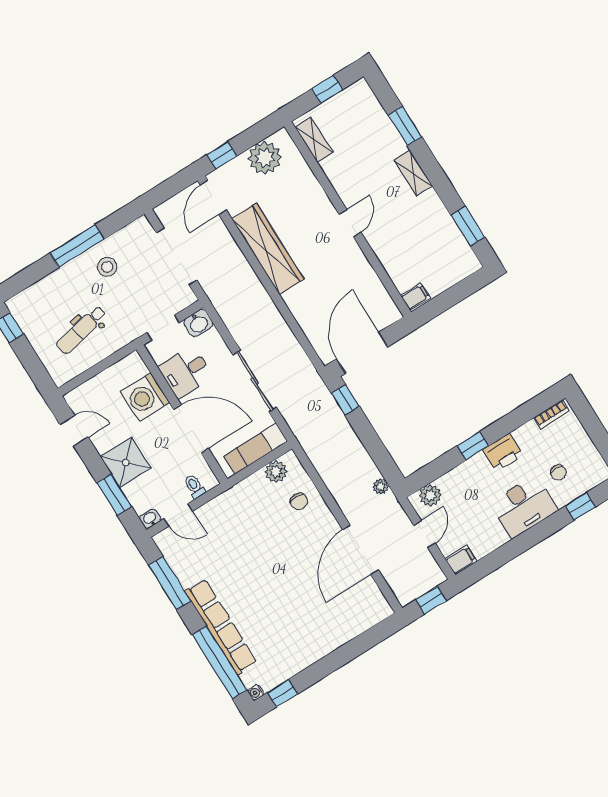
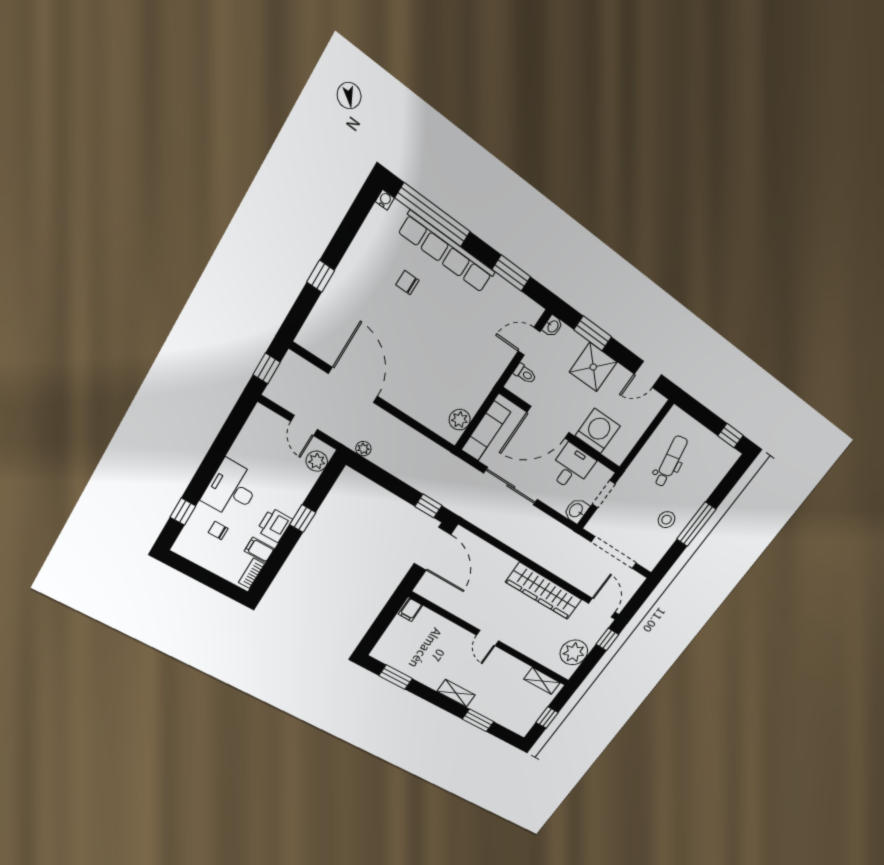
chair: (299, 501) -> (407, 283), moved
filing cabinet: (461, 560) -> (259, 550), moved, turned 90
window: (170, 583) -> (511, 273), width x0.69
window: (283, 693) -> (321, 276), moved

